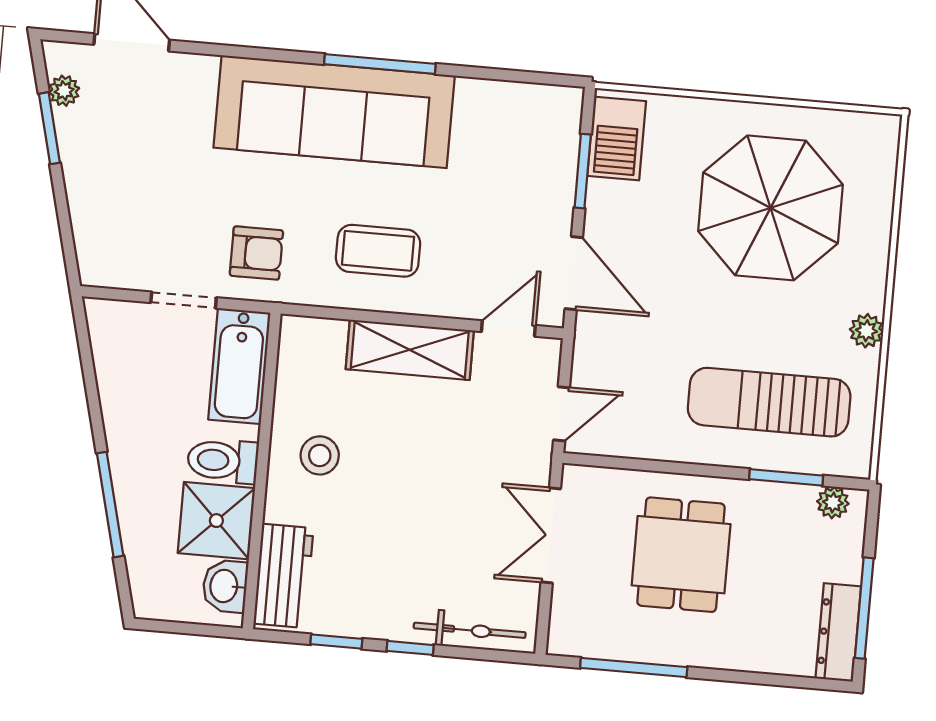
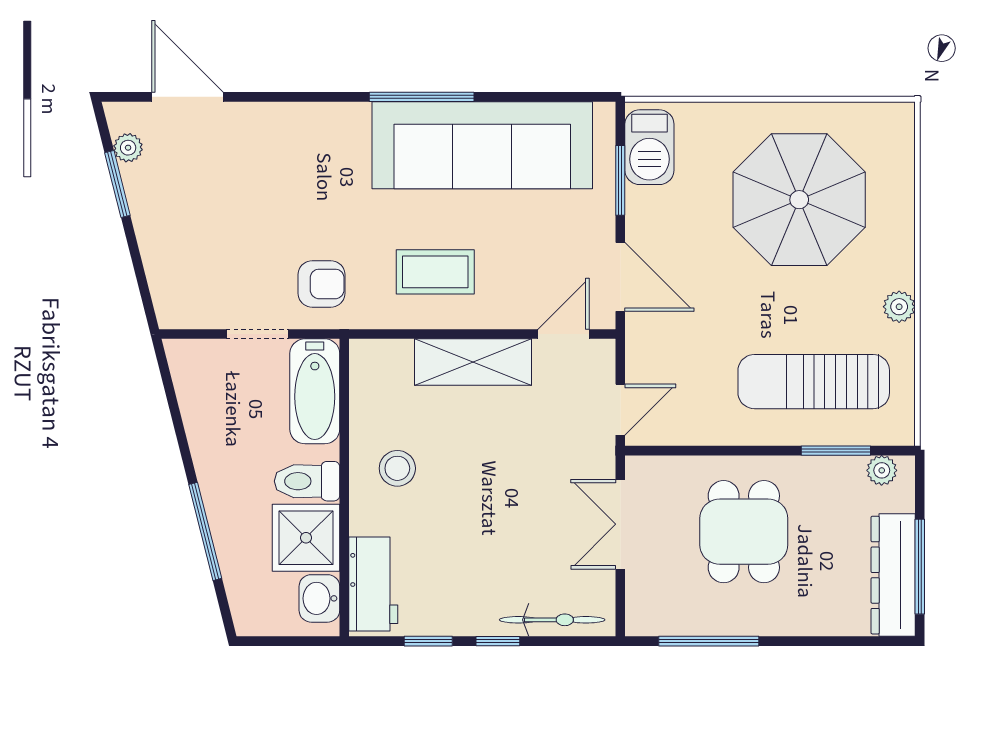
sofa: (334, 112) -> (482, 145), moved
dresser: (838, 632) -> (893, 575), width x1.37, depth x1.24

